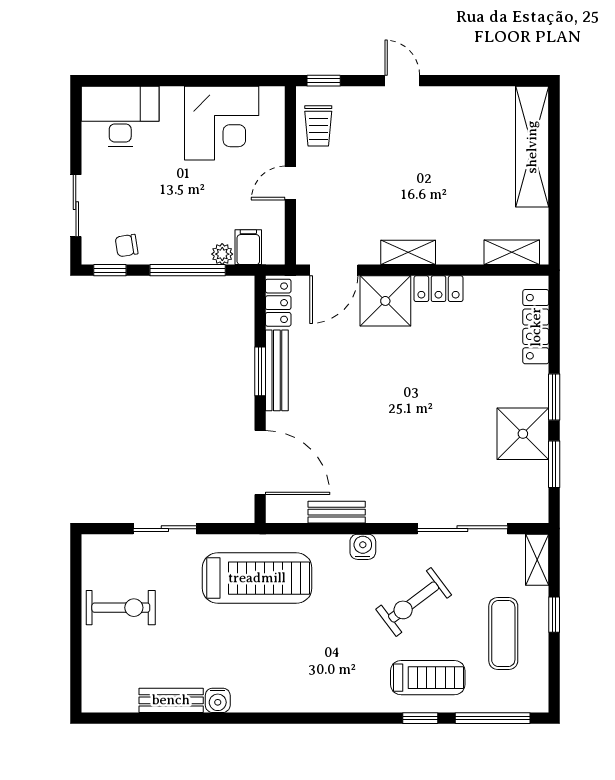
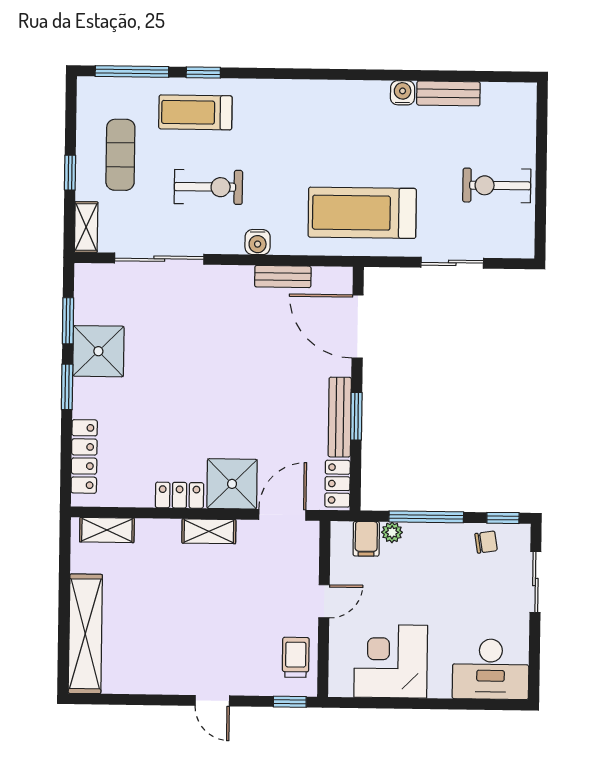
exercise bike: (414, 602) -> (208, 187), turned 37

